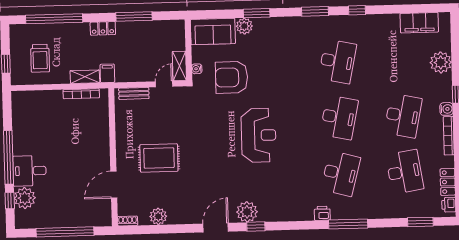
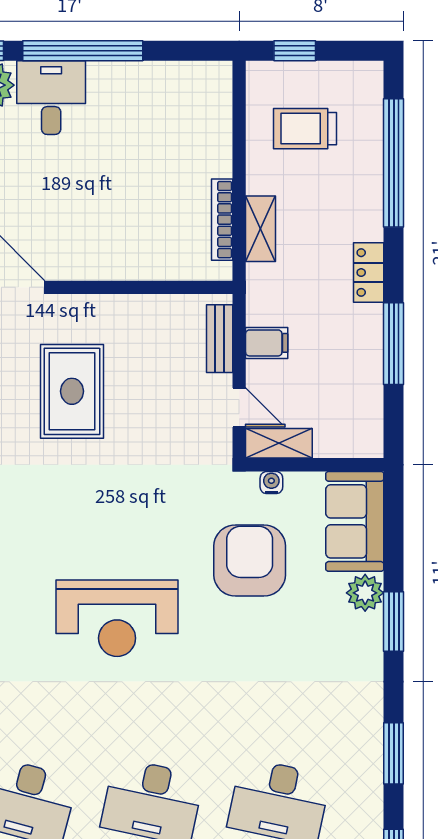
filing cabinet: (107, 73) -> (267, 343), moved

